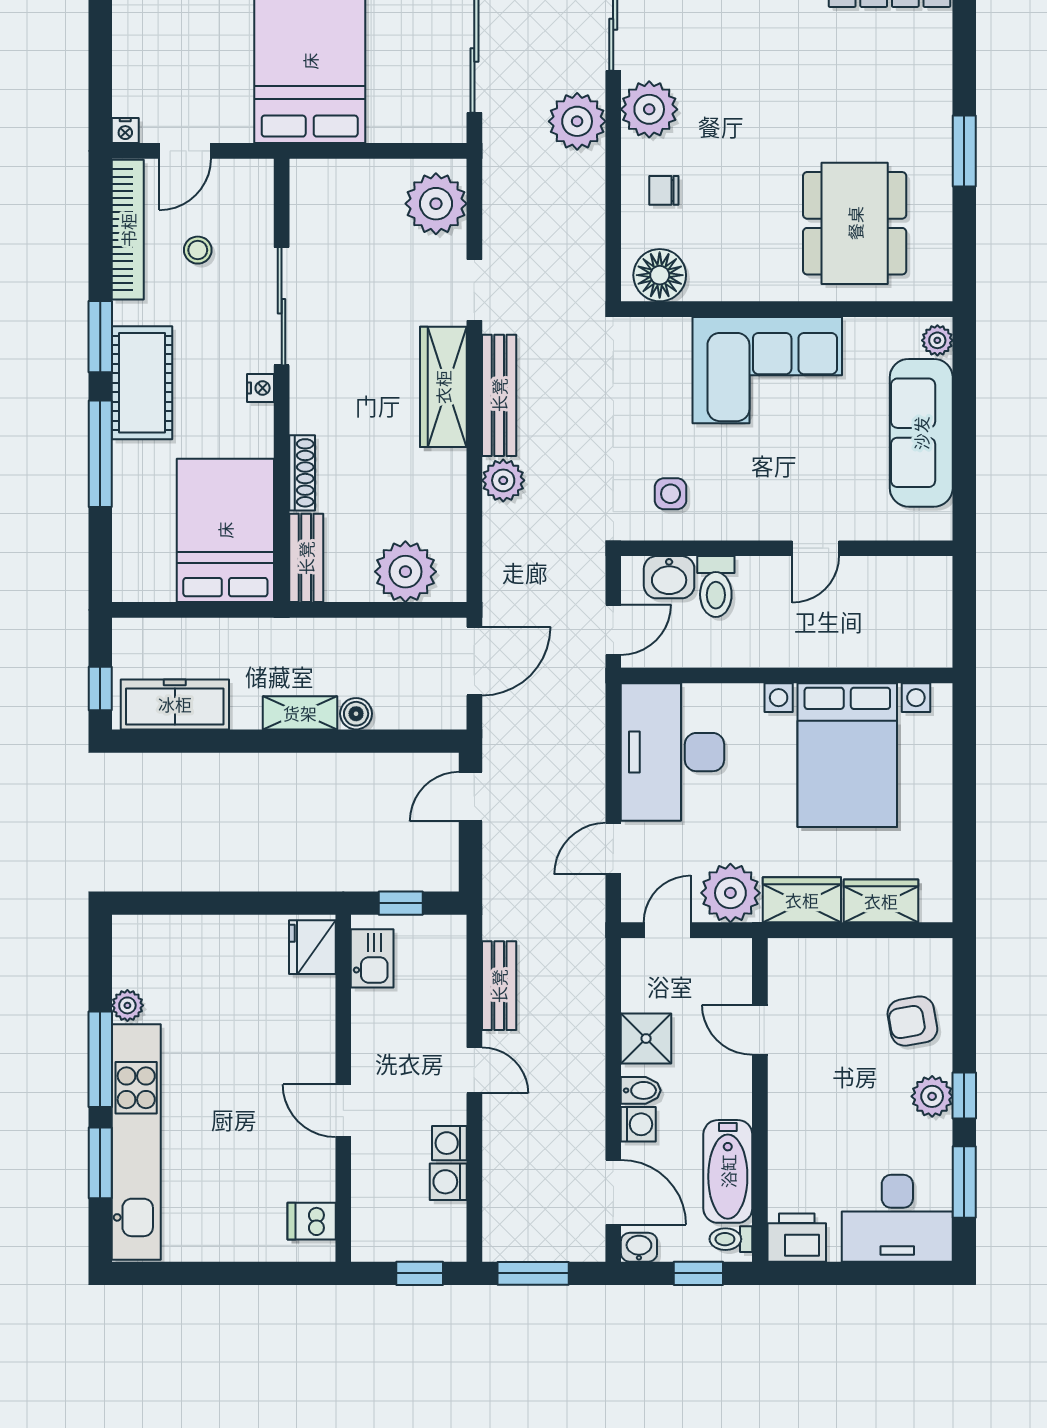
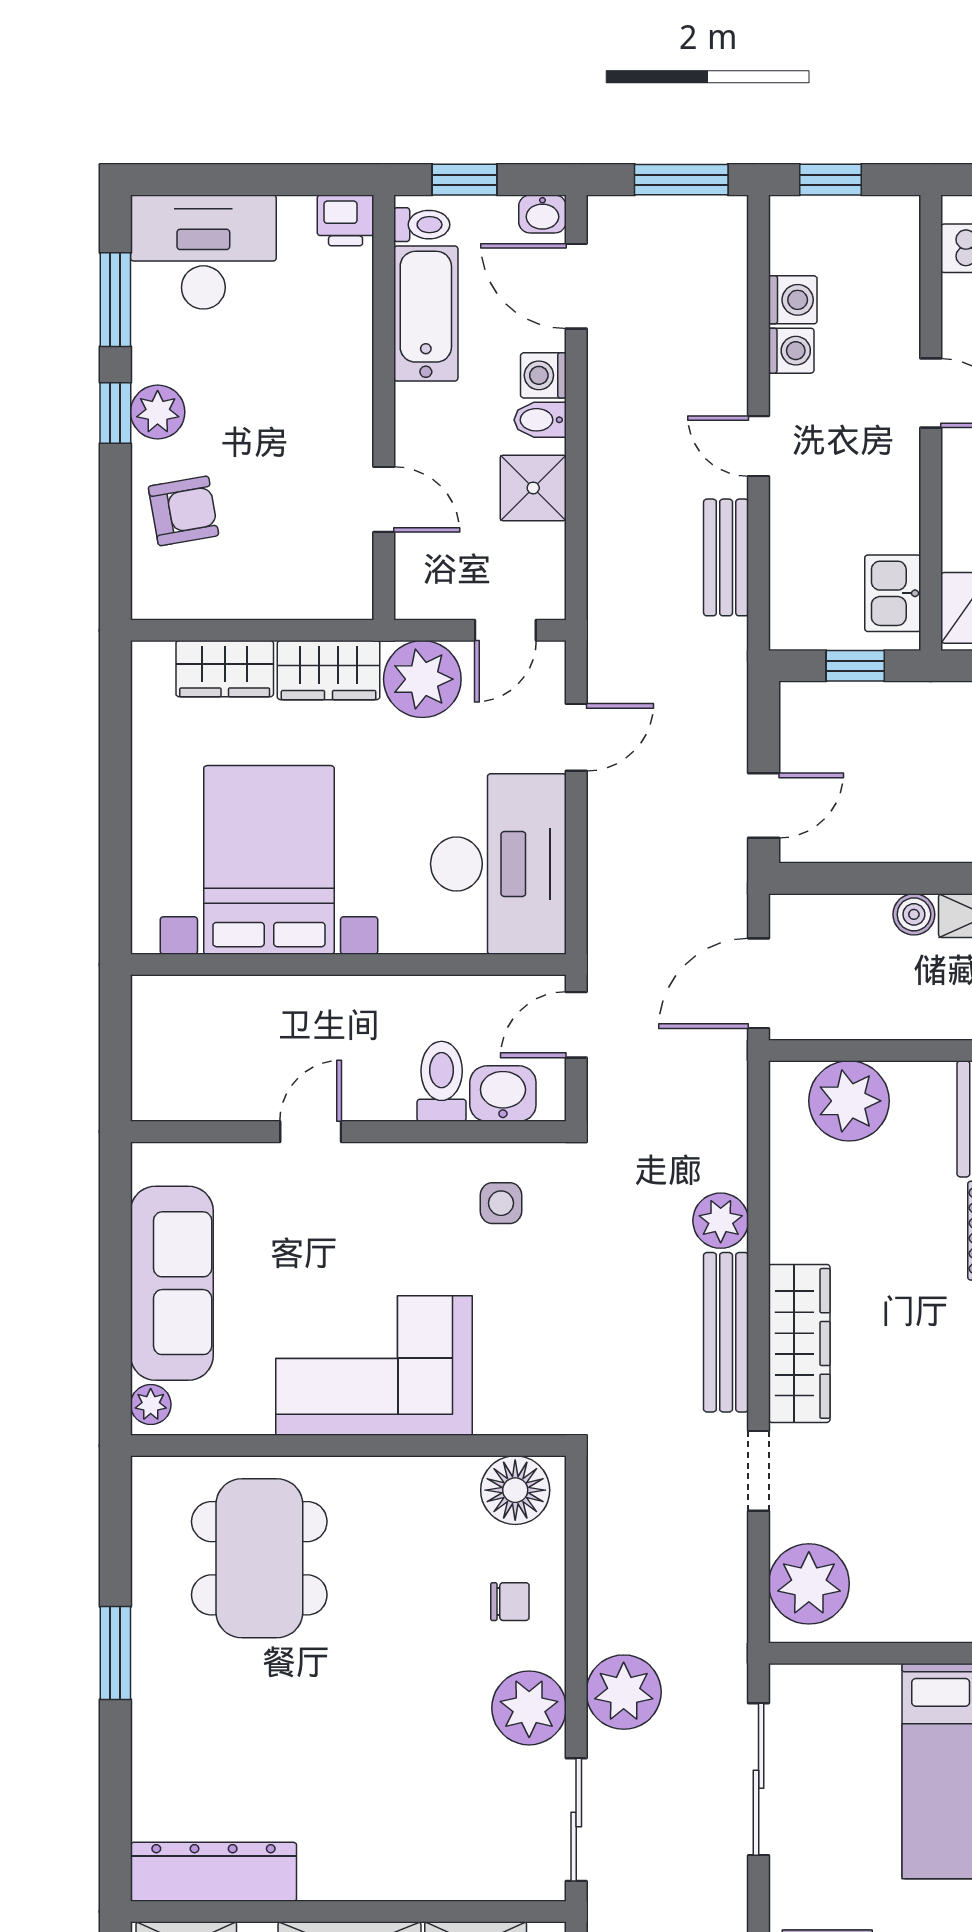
printer: (797, 1238) -> (346, 220), width x0.73, depth x0.81

